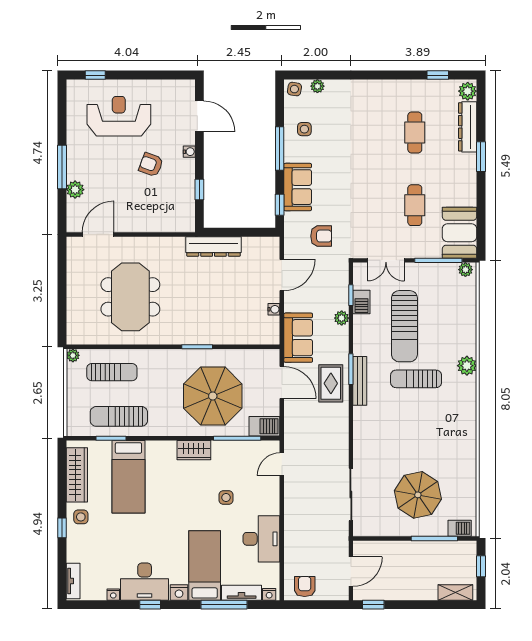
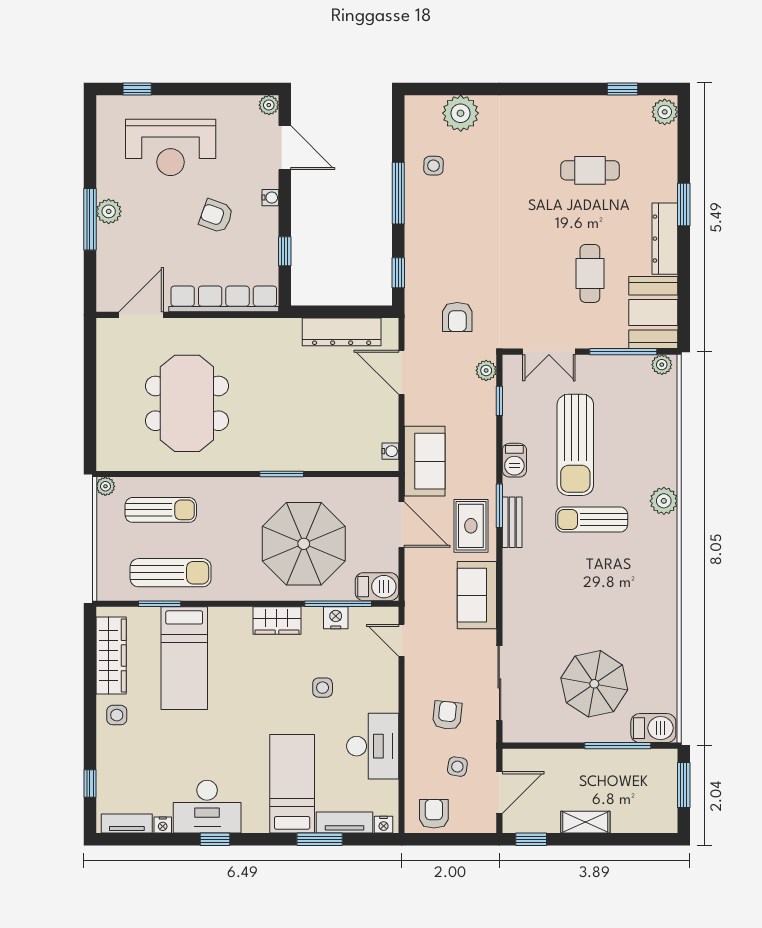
plant: (188, 86) -> (269, 105), added
plant: (317, 86) -> (461, 113), width x1.88, depth x1.88
side table: (294, 89) -> (457, 767), moved
reception desk: (119, 116) -> (171, 147), turned 180
dresser: (468, 127) -> (665, 239), moved
cafe table: (415, 133) -> (590, 170), turned 90
sofa: (298, 187) -> (477, 595), moved, turned 180
plant: (75, 190) -> (109, 211), moved
row of seats: (156, 223) -> (224, 299), added
armchair: (321, 236) -> (457, 317), turned 90
dresser: (213, 246) -> (342, 332), moved
door: (282, 275) -> (402, 372), swing flipped
barbecue: (361, 302) -> (514, 460), moved
water cooler: (274, 309) -> (390, 451), moved
plant: (342, 318) -> (486, 370), moved
bench: (360, 381) -> (512, 522), width x0.73
sun lounger: (119, 416) -> (171, 573), turned 180
door: (282, 464) -> (402, 640), hinge flipped
armchair: (314, 517) -> (447, 715), added
window: (62, 528) -> (90, 783), moved
barbecue: (460, 528) -> (653, 728), width x1.38, depth x1.27
window: (481, 566) -> (684, 785), width x1.50
tv unit: (73, 581) -> (127, 824), moved, turned -90
nightstand: (179, 592) -> (336, 618), moved, turned 180
shelving: (455, 592) -> (585, 822), moved
window: (224, 605) -> (320, 839), width x0.69

